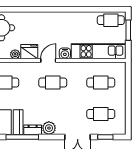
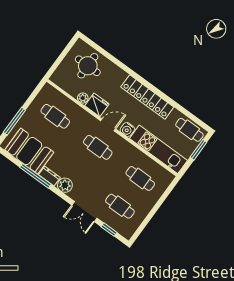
locker: (62, 19) -> (147, 97), added

